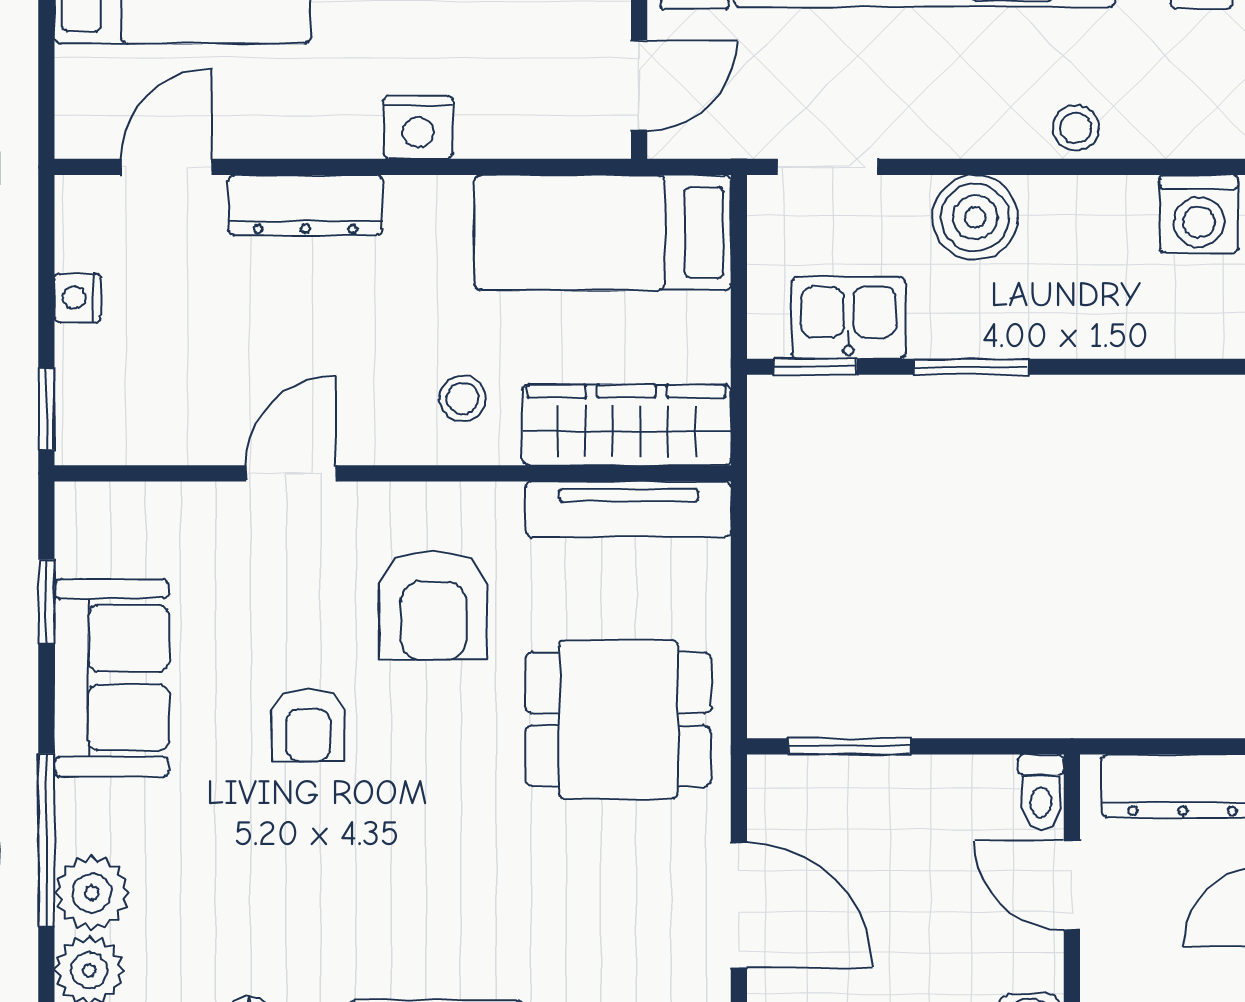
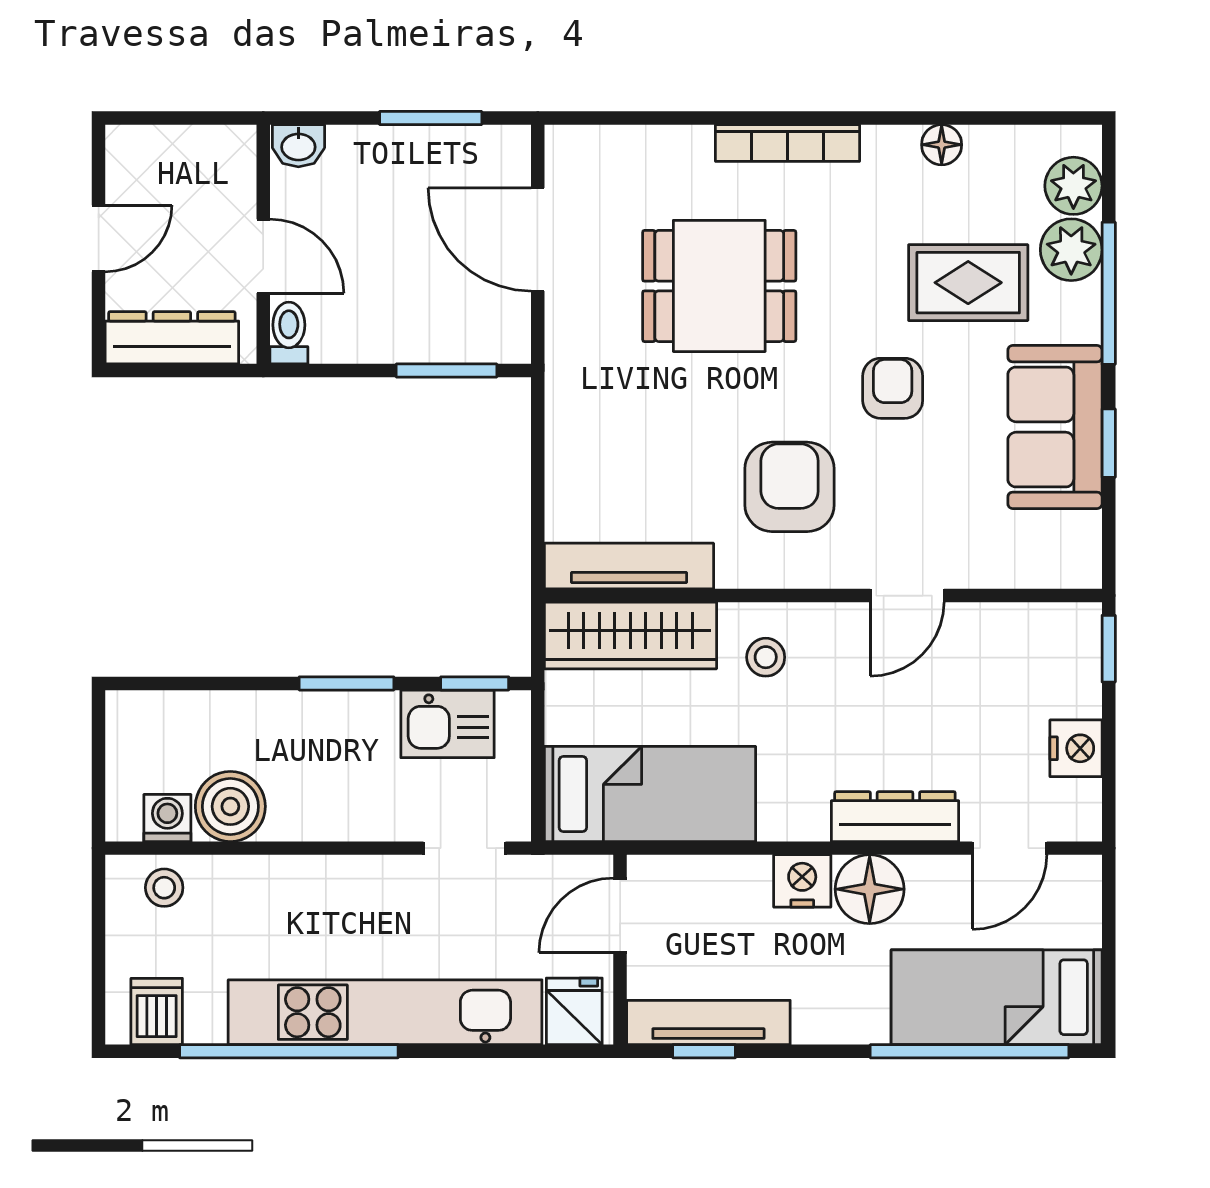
floor lamp: (336, 117) -> (870, 889), added
stool: (1076, 128) -> (164, 888), moved
washing machine: (1199, 214) -> (167, 818), width x0.73, depth x0.73
boiler: (975, 217) -> (230, 806), moved
nightstand: (78, 298) -> (1076, 748), width x1.39, depth x1.35
window: (46, 601) -> (1109, 443), moved
dining table: (618, 719) -> (719, 286), moved
rug: (217, 853) -> (968, 283), added

